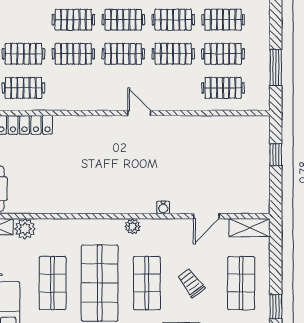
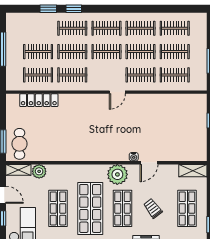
clothes rail: (73, 88) -> (72, 75), added
clothes rail: (173, 88) -> (141, 75), added
door: (139, 113) -> (117, 92), swing flipped
door: (206, 216) -> (149, 163), moved
plant: (132, 226) -> (117, 174), width x1.87, depth x1.87

